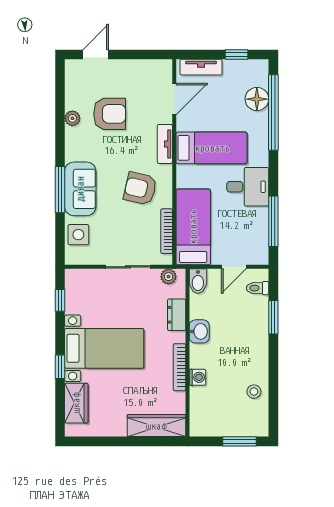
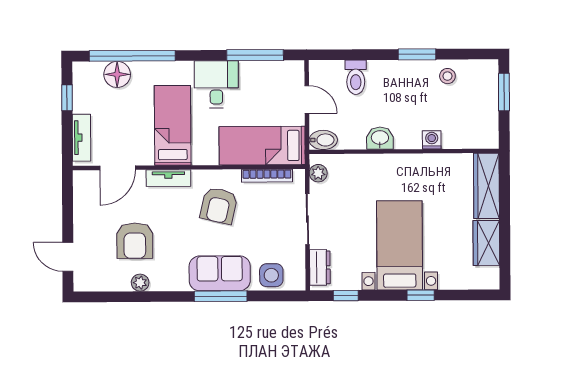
door: (174, 99) -> (118, 168), swing flipped
armchair: (110, 114) -> (135, 241), turned 180
toilet: (258, 288) -> (356, 77), moved, width x1.37, depth x1.39
dresser: (177, 315) -> (320, 267), moved, turned -90
window: (273, 317) -> (417, 54), moved
bookcase: (179, 367) -> (420, 160), removed
wardrobe: (76, 403) -> (486, 243), moved, turned -90

